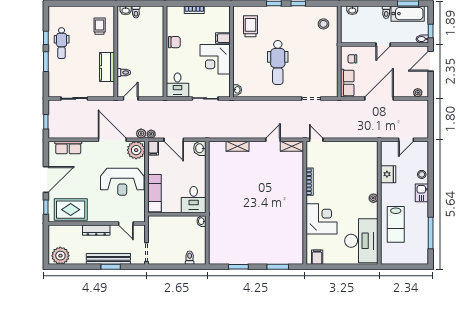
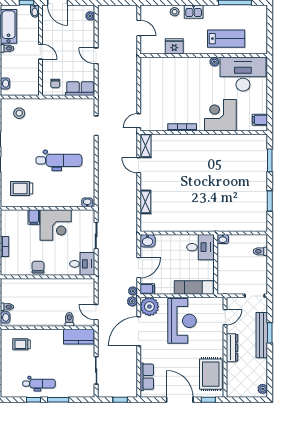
kitchen counter: (107, 67) -> (79, 337), moved
door: (379, 98) -> (96, 56), width x0.53
plant: (373, 198) -> (214, 62), moved
plant: (60, 256) -> (263, 389), width x0.53, depth x0.53

